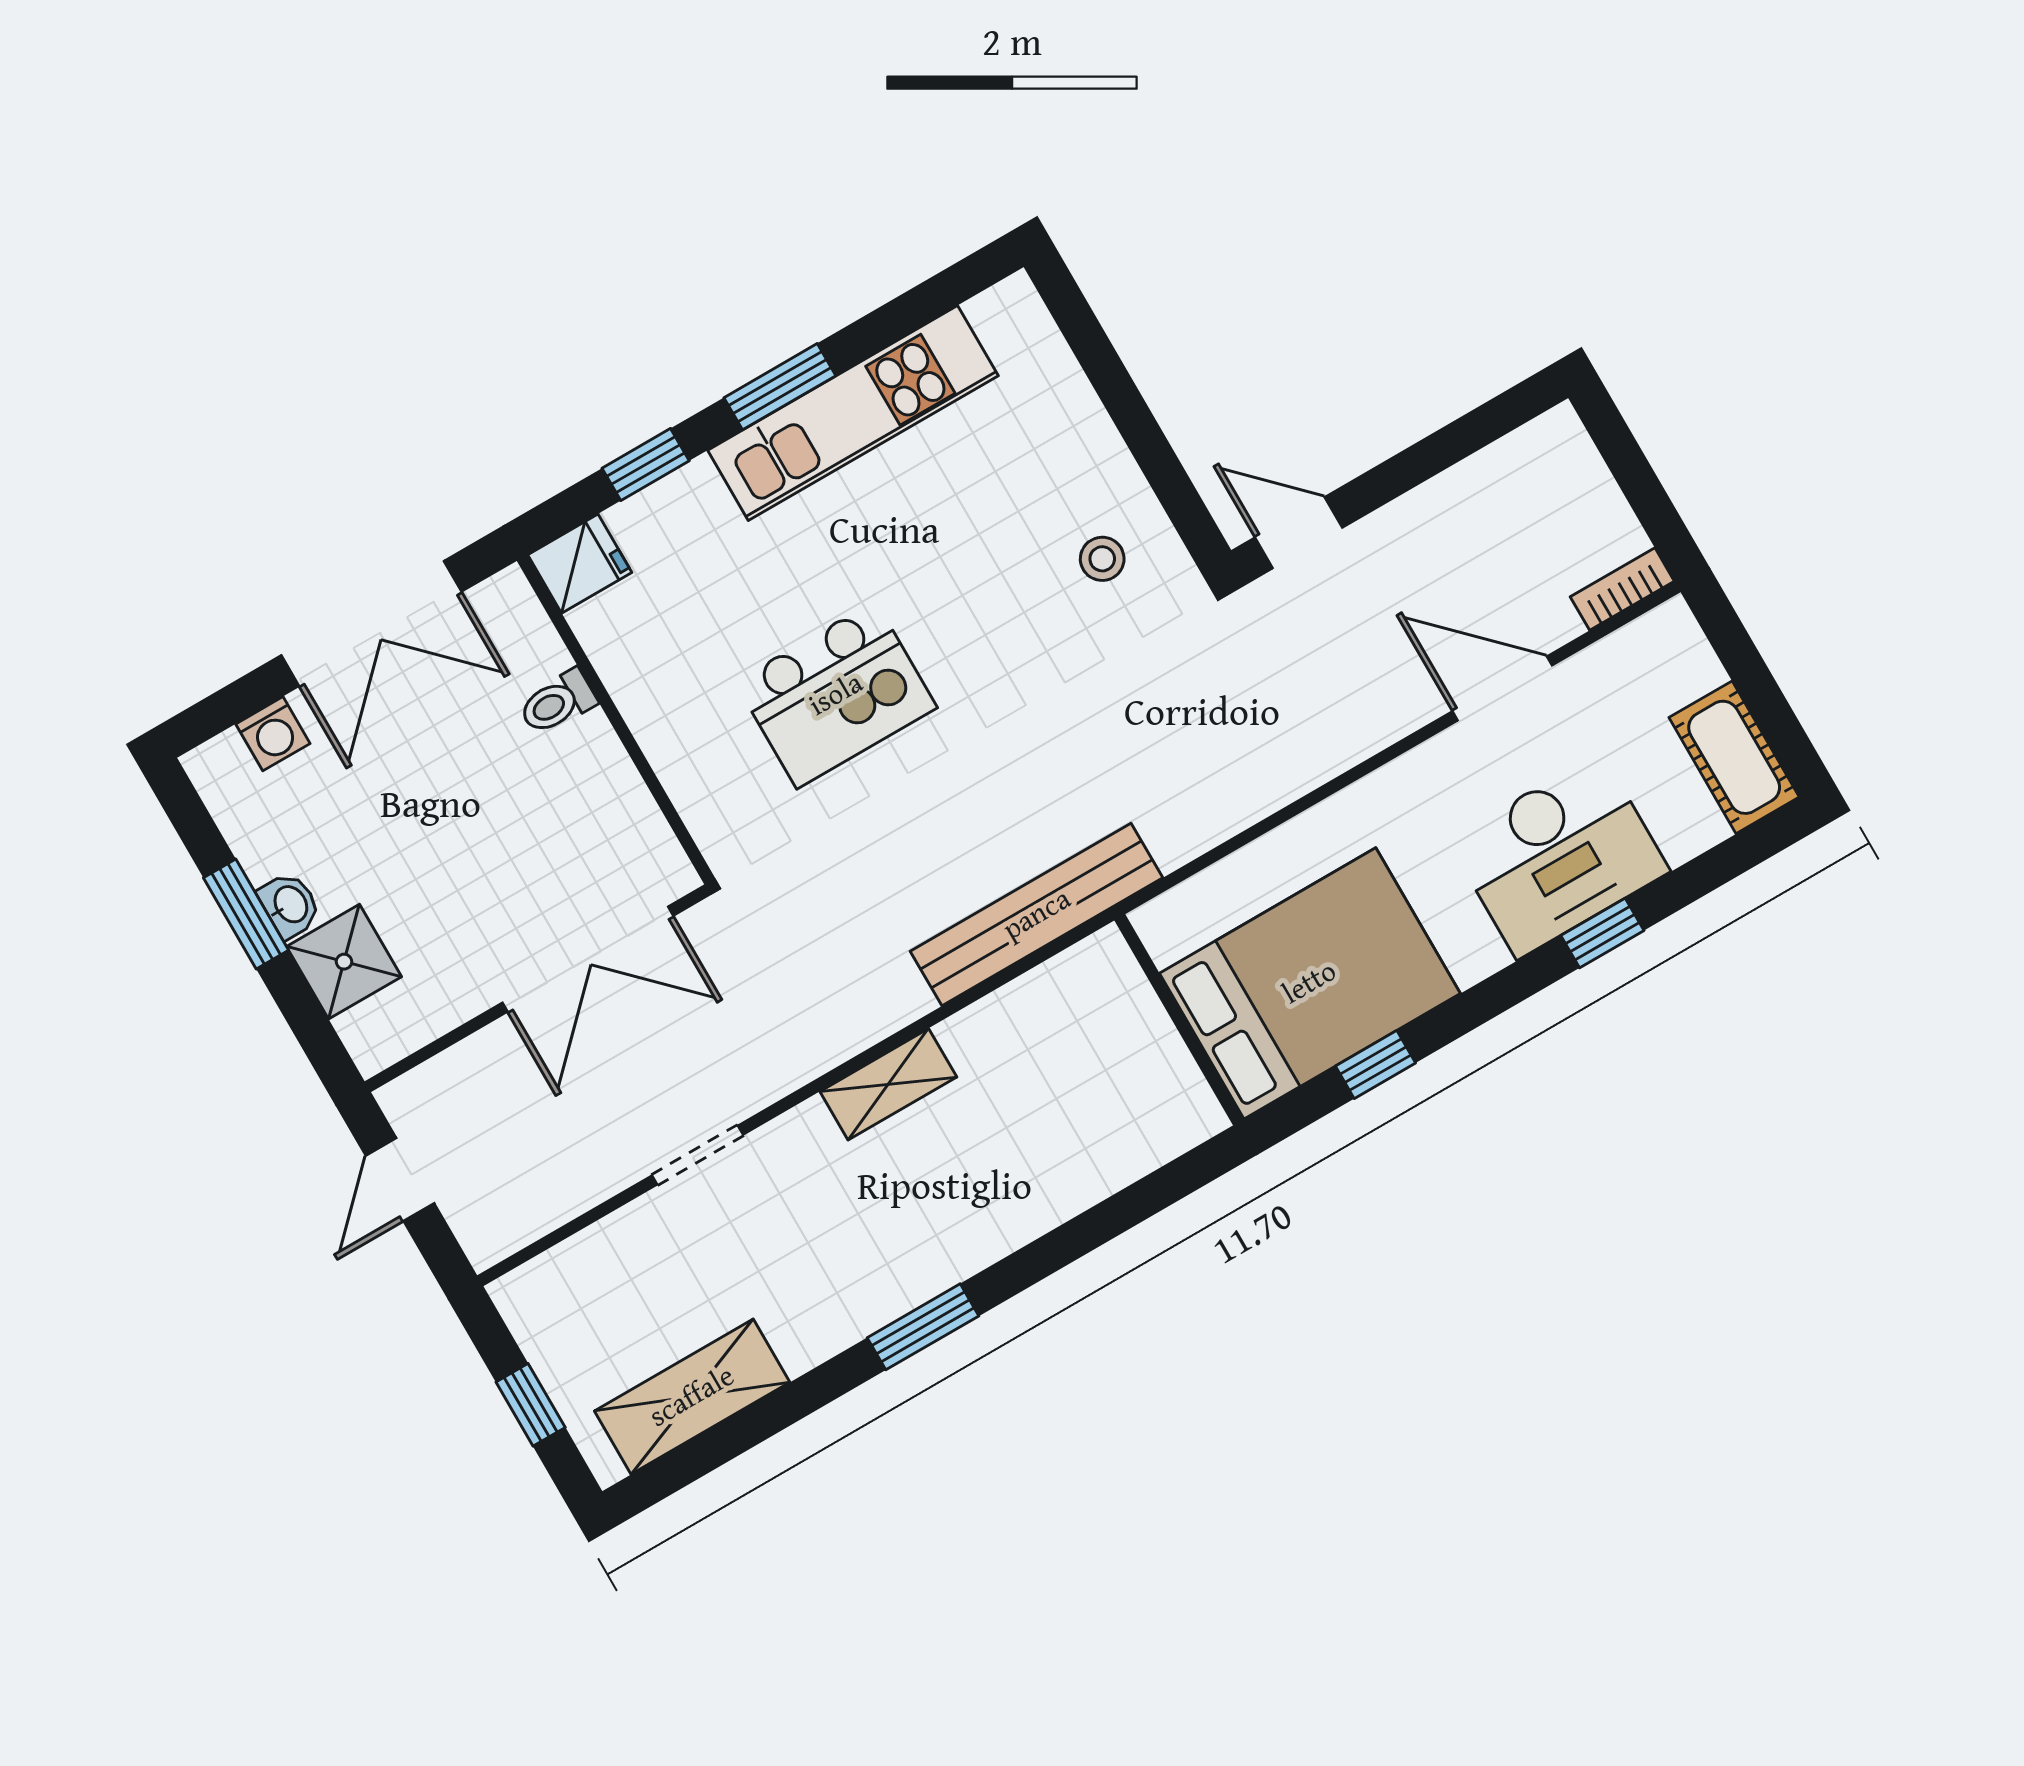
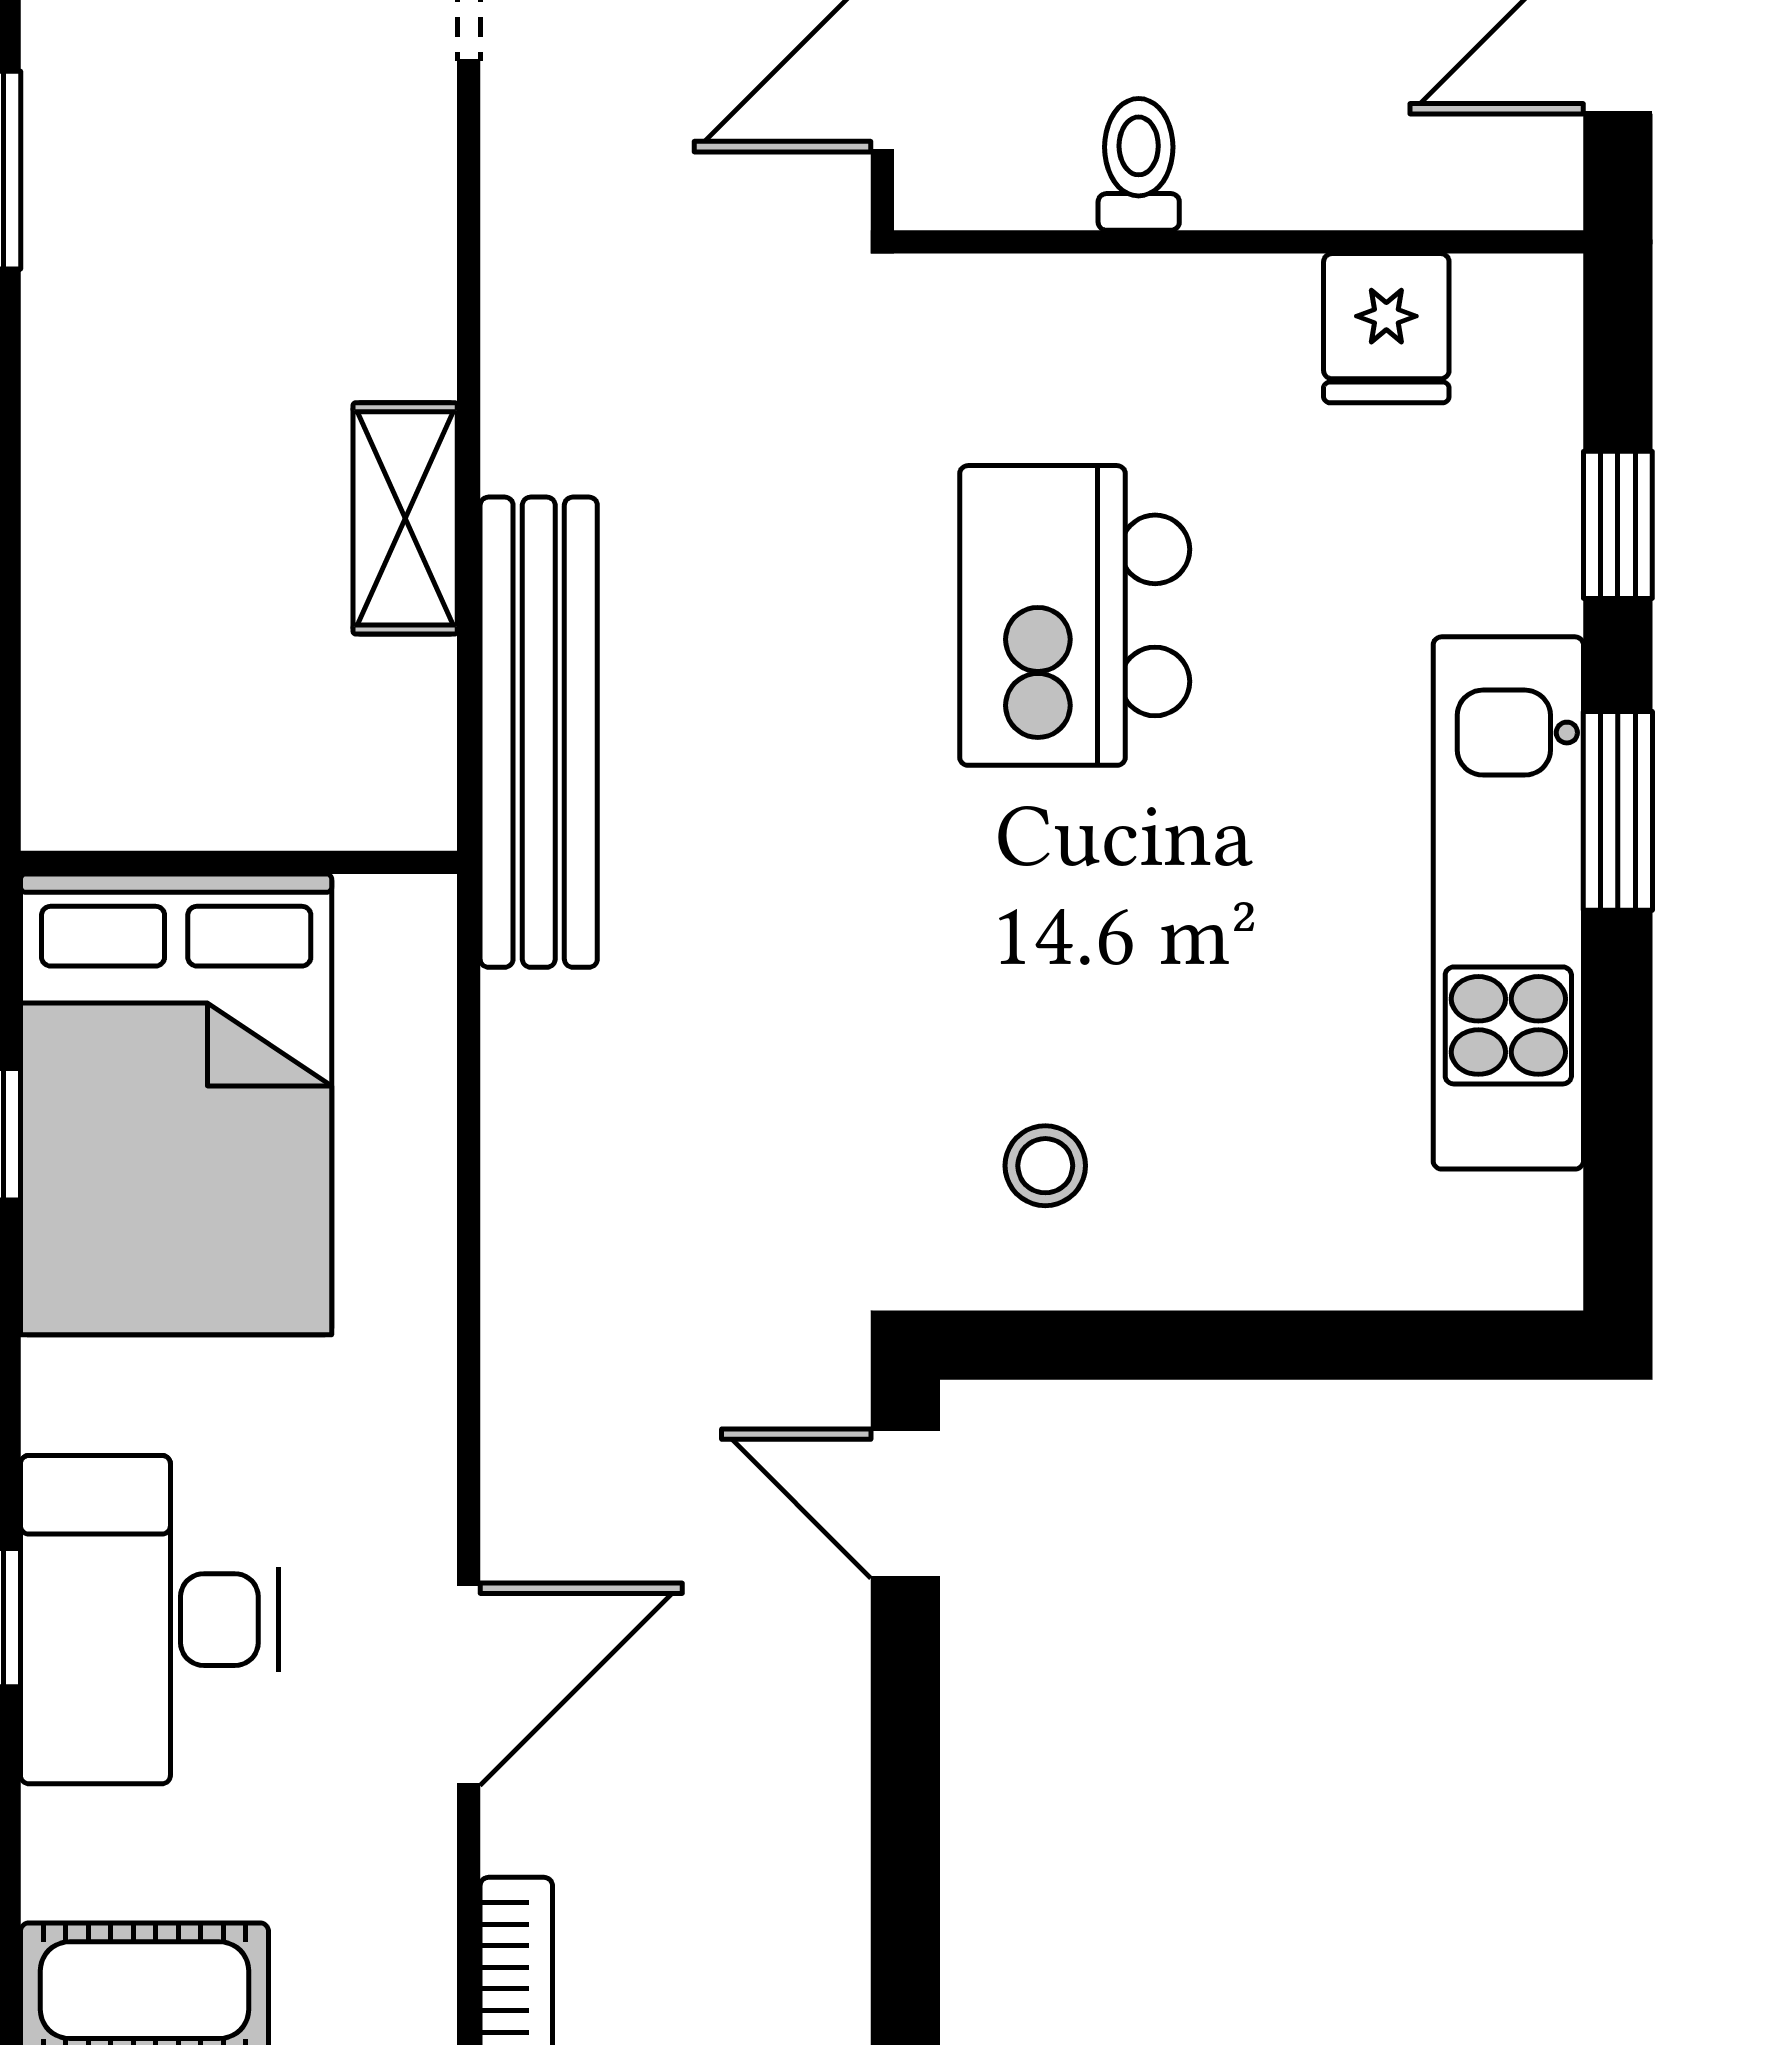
door: (1299, 533) -> (905, 1504), swing flipped
fridge: (580, 564) -> (1386, 328), moved
toilet: (557, 702) -> (1139, 164), moved
shelving: (888, 1084) -> (405, 518), moved

